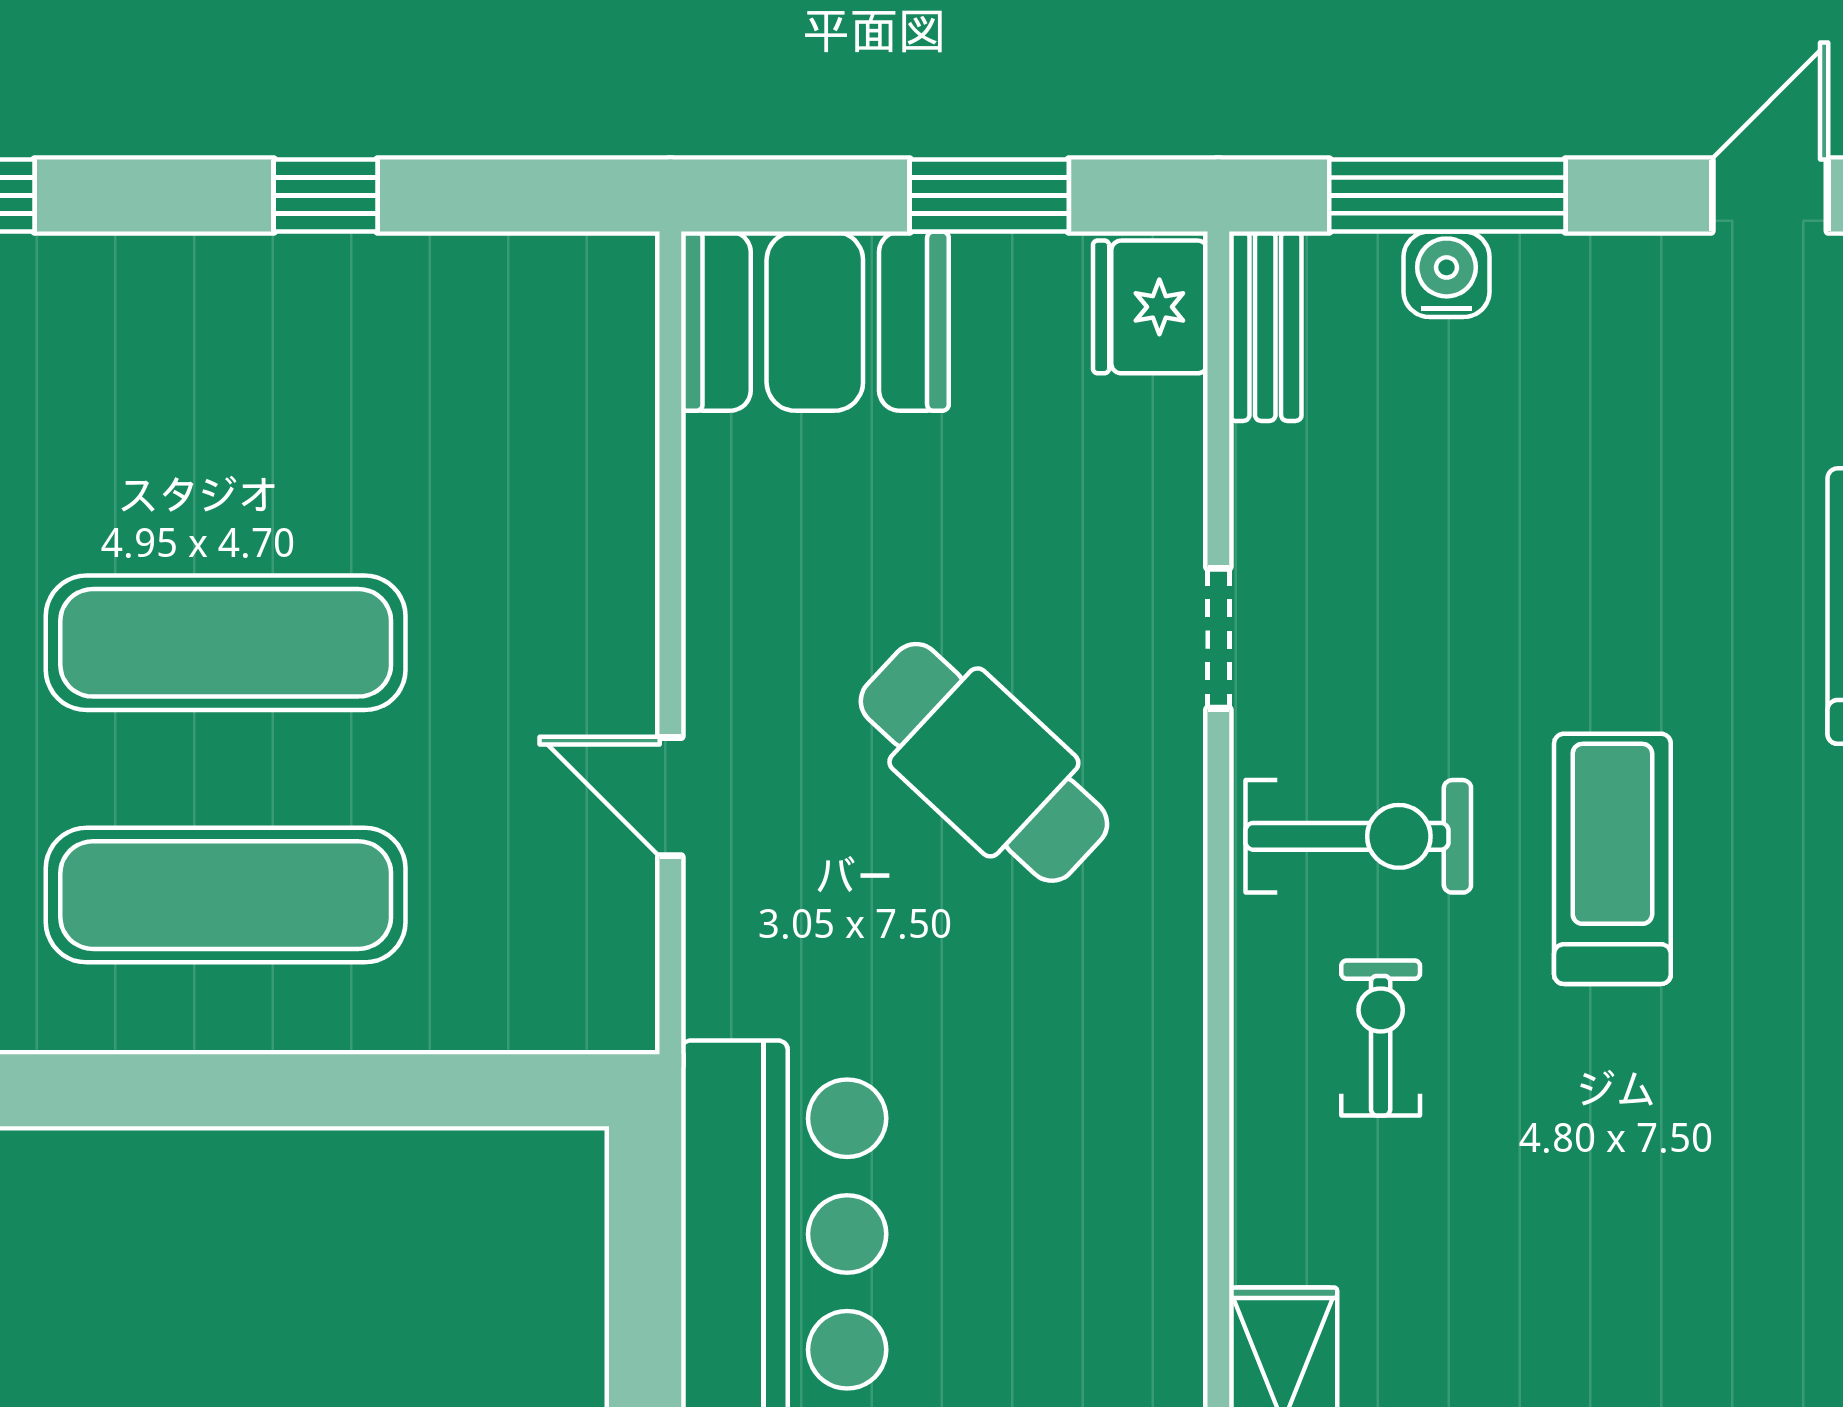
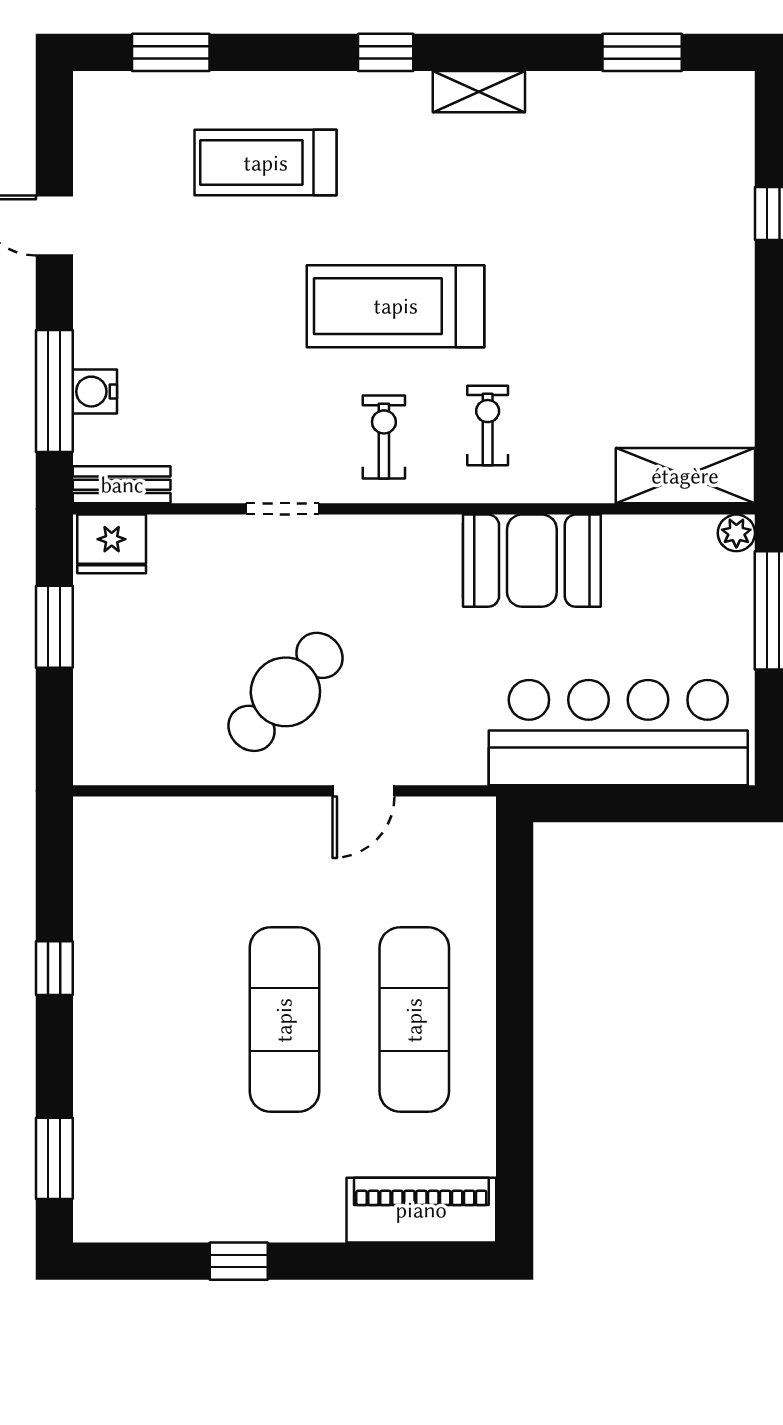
booth: (815, 321) -> (532, 561), moved, turned 90
cafe table: (984, 762) -> (285, 692), moved
exercise bike: (1358, 836) -> (384, 437), width x0.73, depth x0.72
treadmill: (1612, 859) -> (396, 306), width x1.37, depth x1.38
exercise bike: (1381, 1038) -> (488, 425), turned 90

